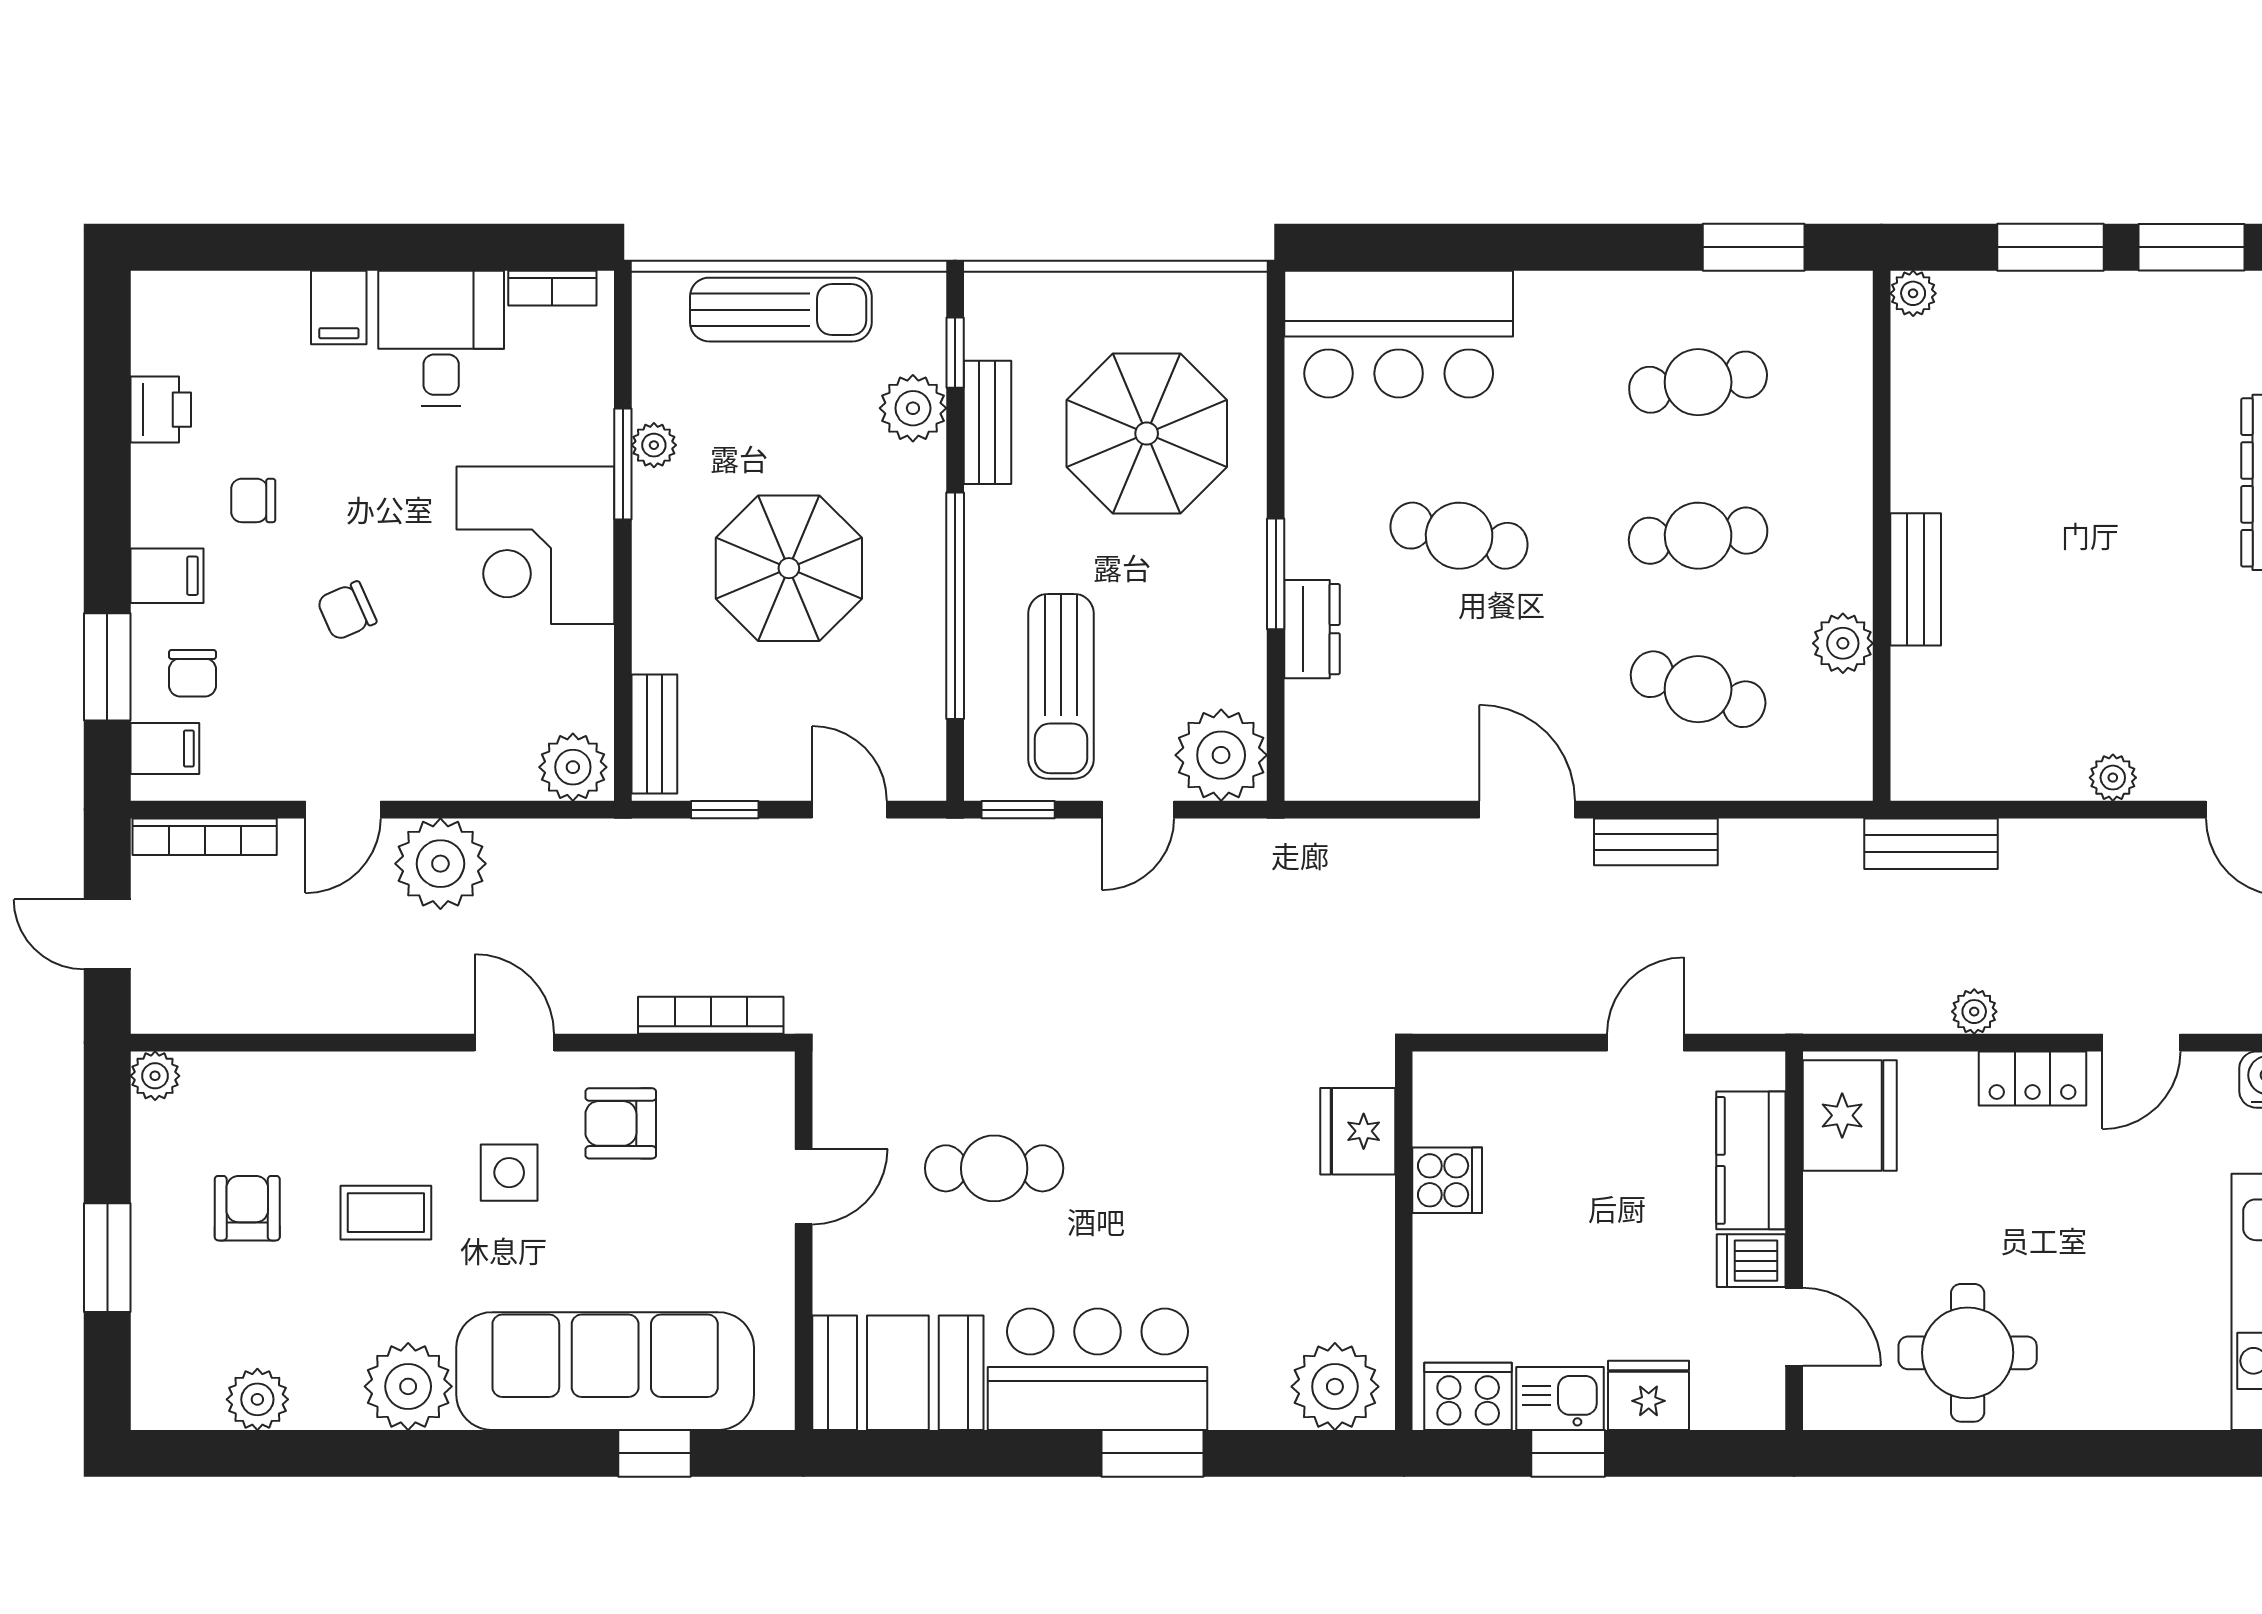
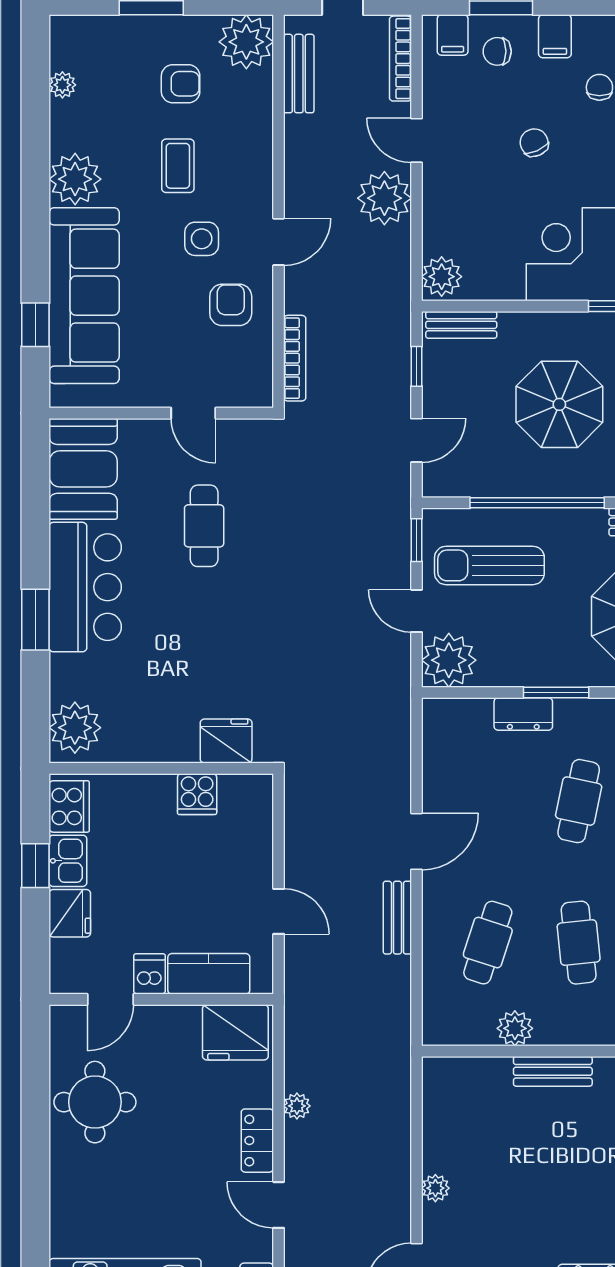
bench: (1931, 844) -> (299, 74), moved
plant: (155, 1076) -> (246, 42), width x1.88, depth x1.88
plant: (257, 1399) -> (62, 85), width x0.73, depth x0.73

